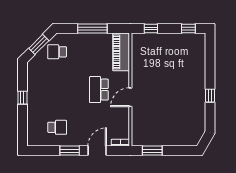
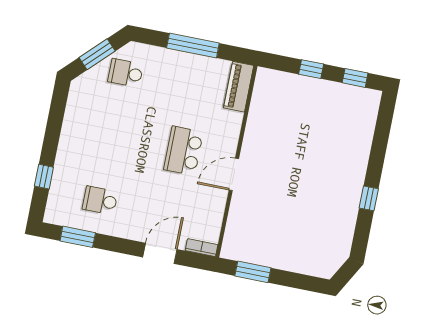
window: (151, 29) -> (311, 69), moved
piano: (121, 52) -> (239, 87), width x0.73, depth x0.75
window: (22, 98) -> (44, 177), moved
school desk: (57, 127) -> (100, 200), turned 180
window: (70, 151) -> (78, 237), moved

